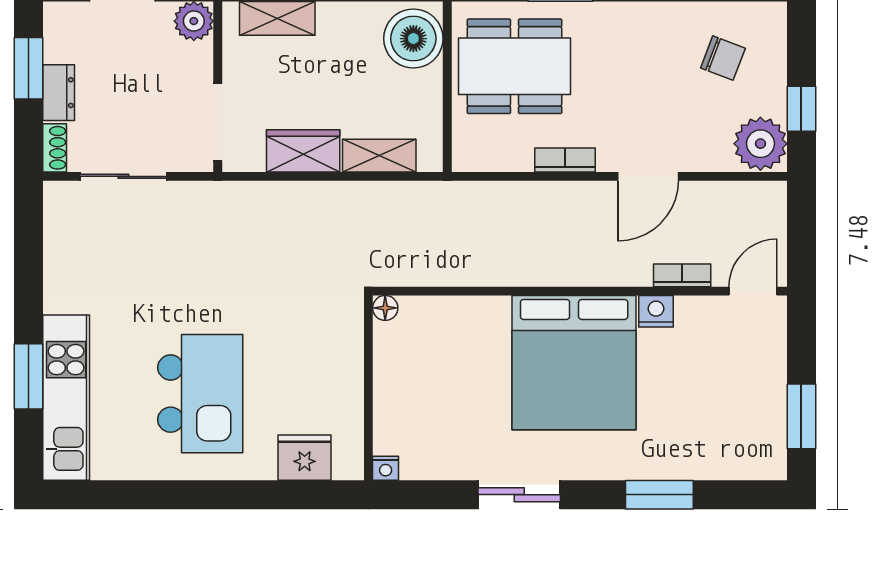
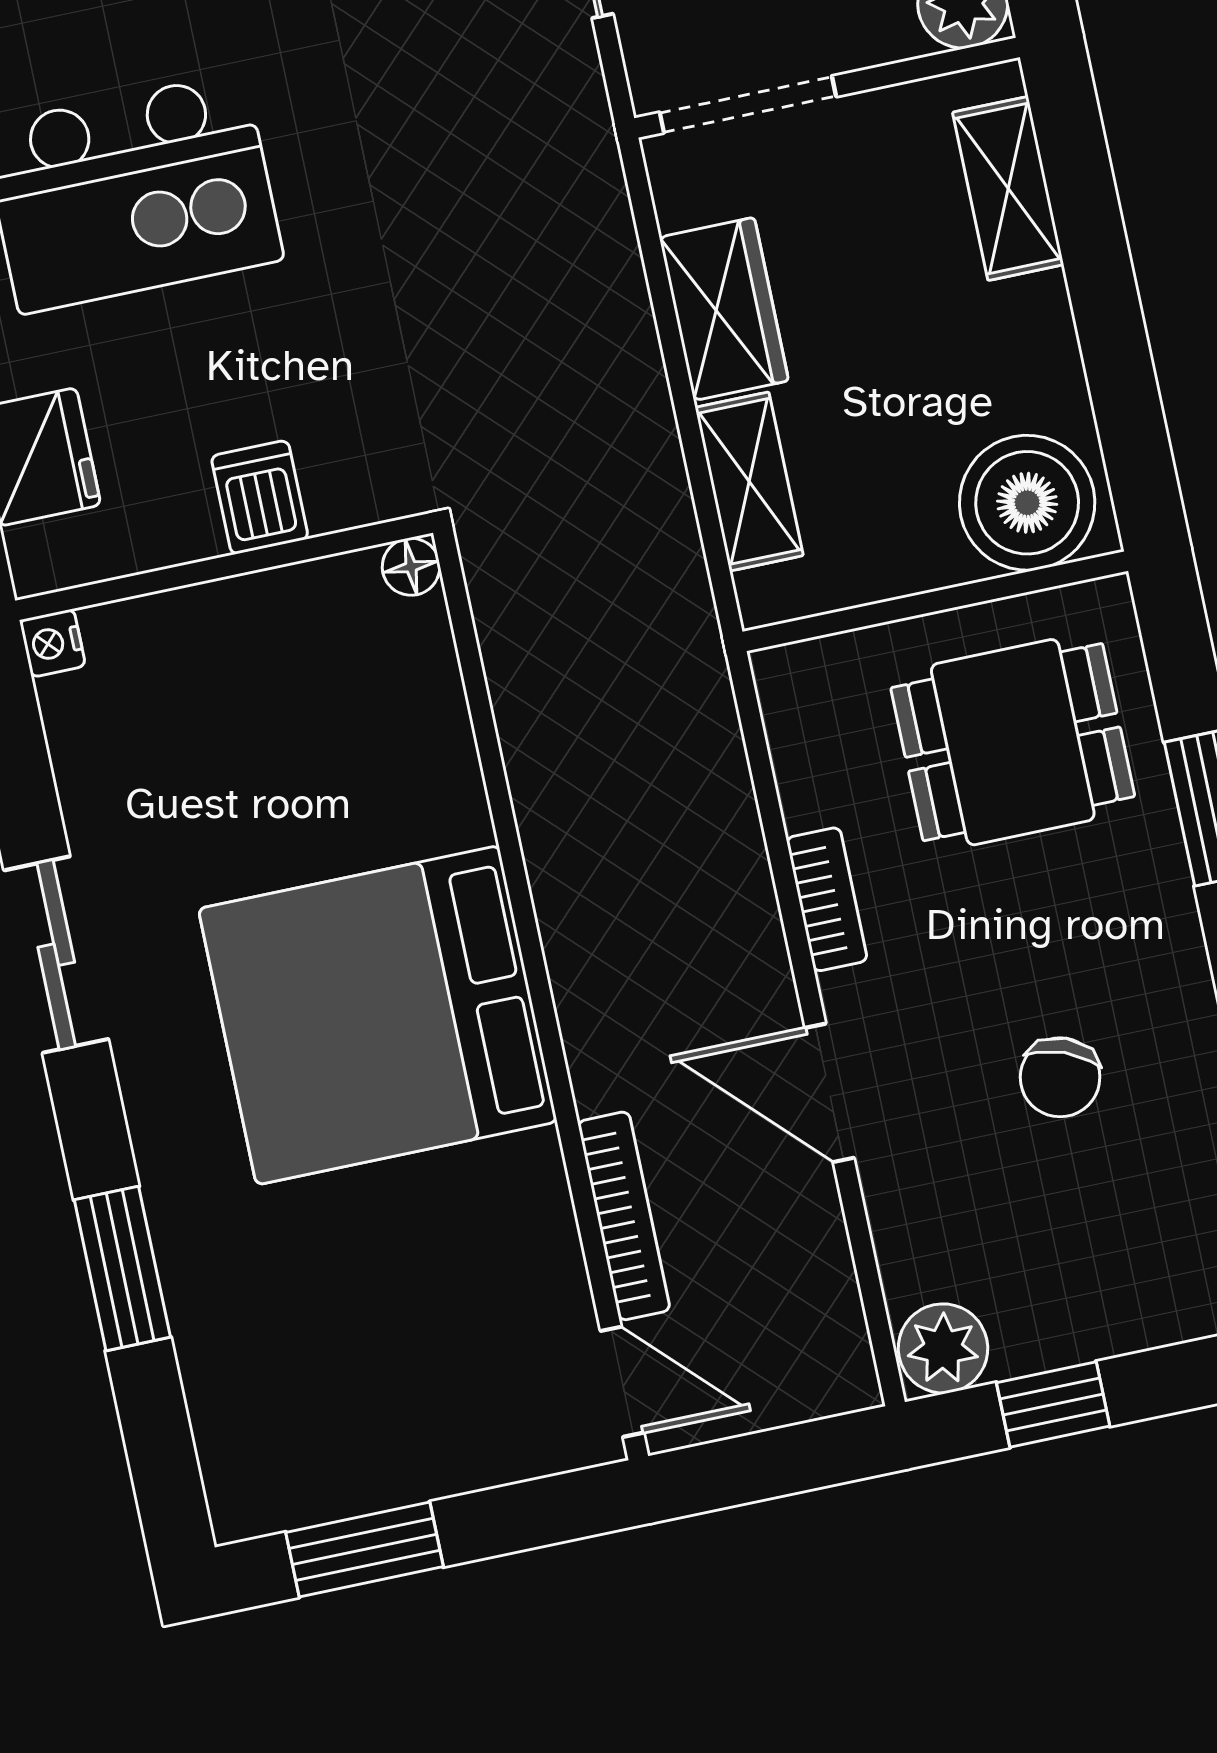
chair: (723, 58) -> (1060, 1077), moved
dining table: (514, 66) -> (1013, 742), width x0.73
plant: (760, 144) -> (943, 1348), width x0.73, depth x0.73
bookcase: (682, 275) -> (624, 1216), width x1.56
nightstand: (656, 311) -> (531, 1174), removed
dishwasher: (342, 366) -> (260, 497), added

